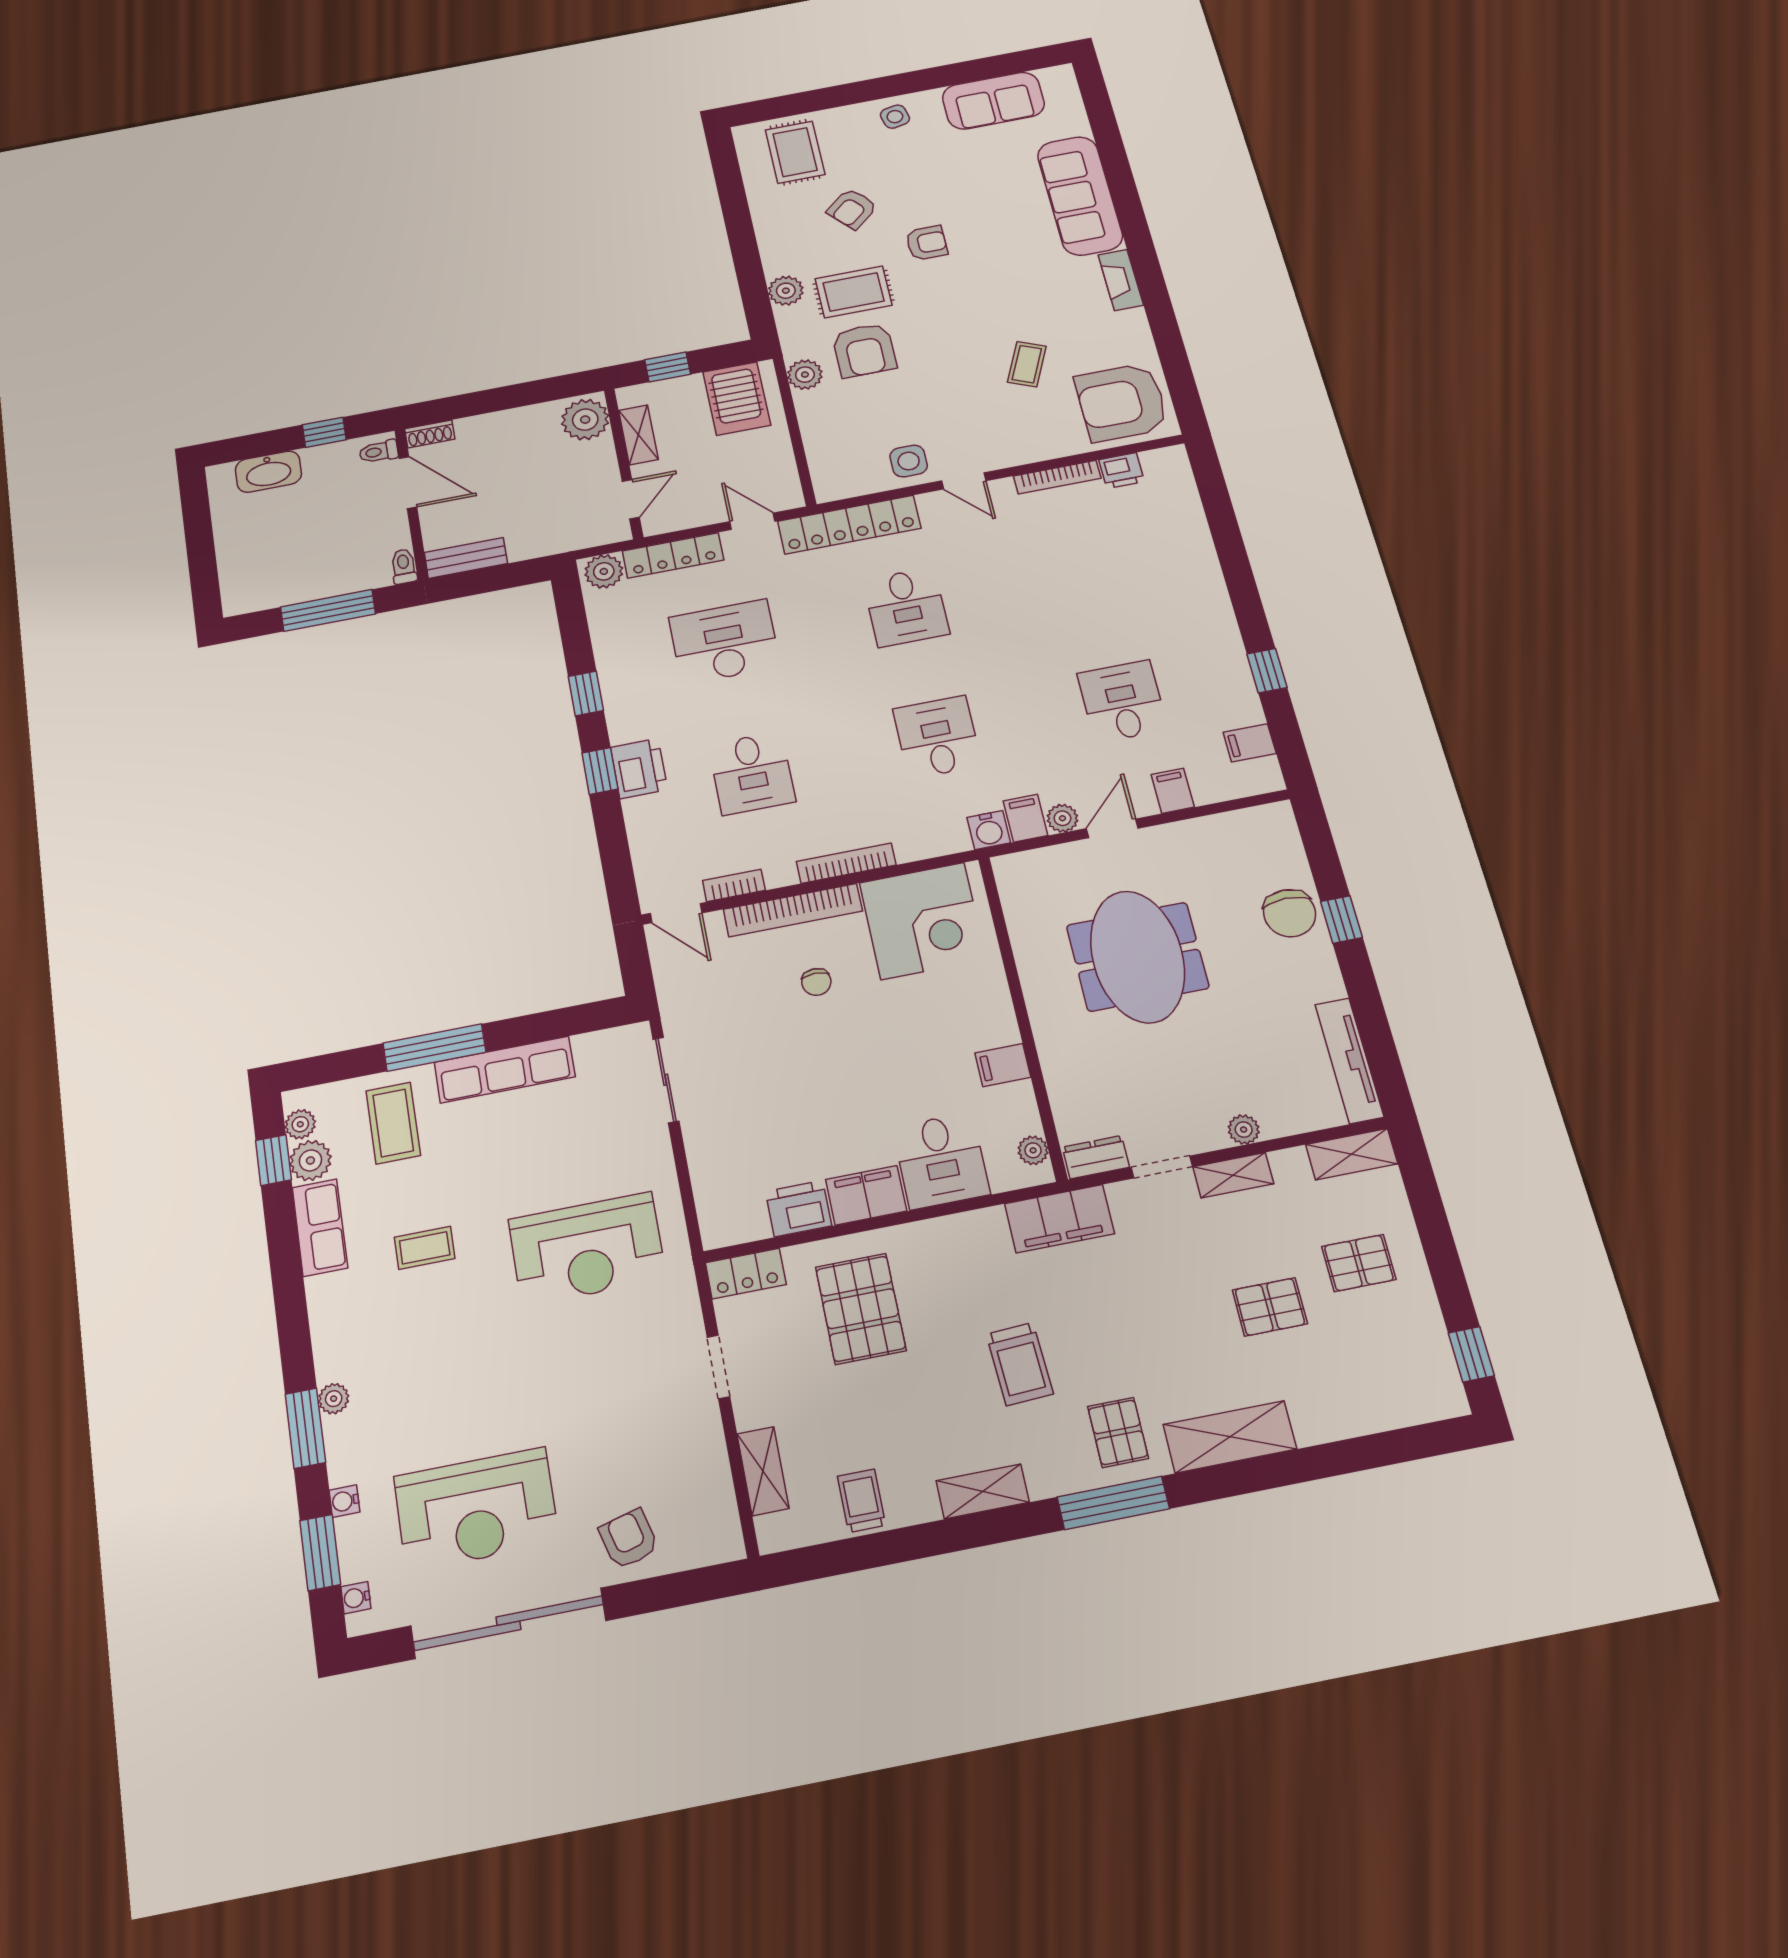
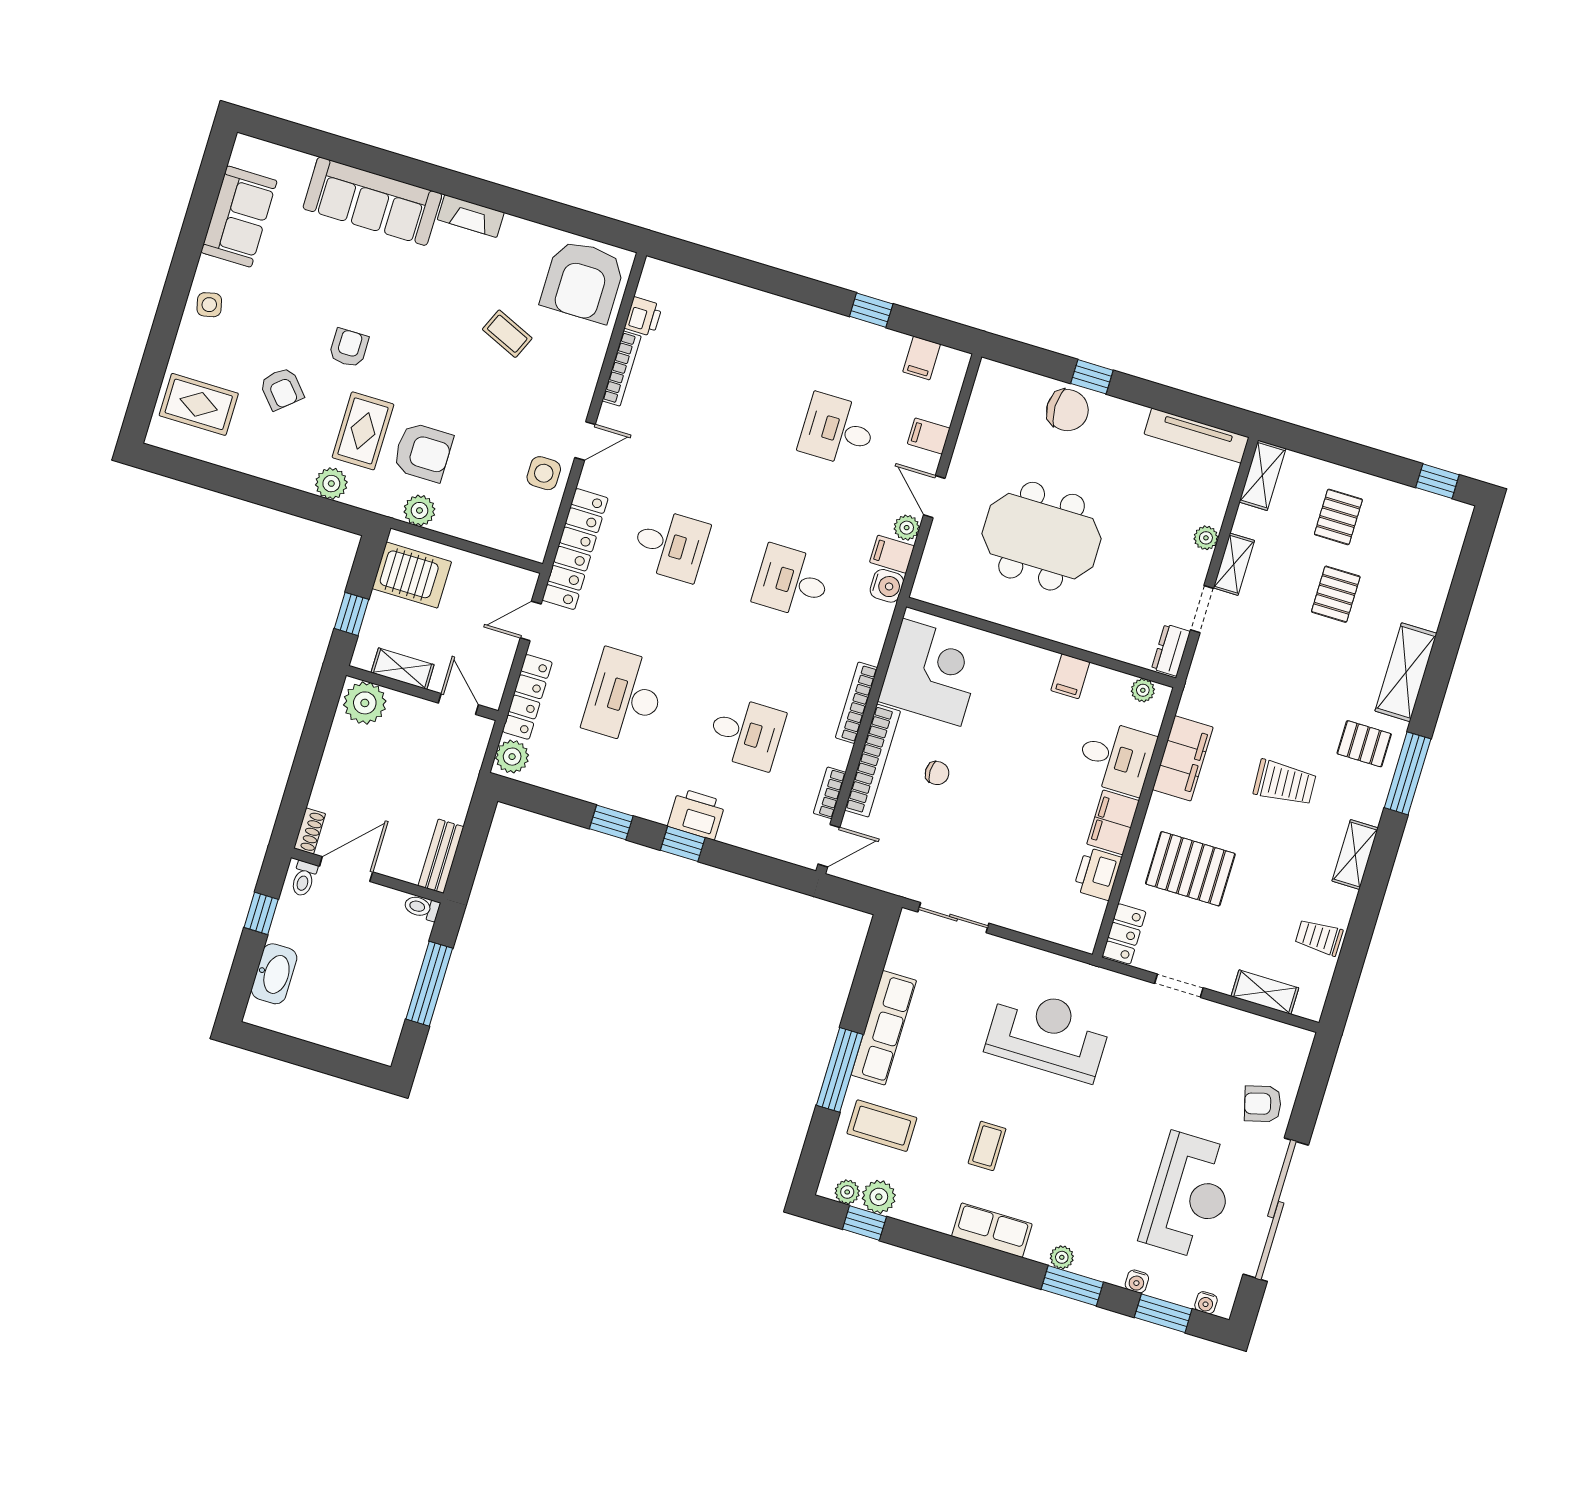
filing cabinet: (1059, 1219) -> (1183, 758), moved
row of seats: (320, 1228) -> (992, 1230), moved
reception desk: (587, 1249) -> (1048, 1034), turned -90

